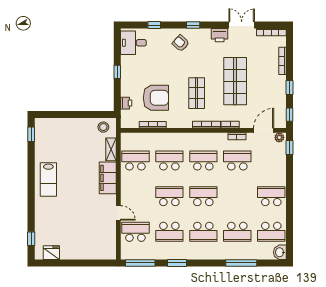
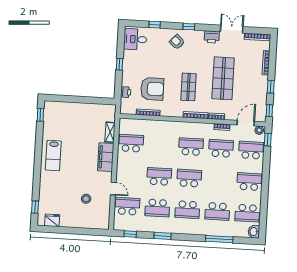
stool: (103, 127) -> (86, 199), moved
school desk: (169, 160) -> (251, 150), moved
window: (140, 263) -> (130, 234), width x0.46

